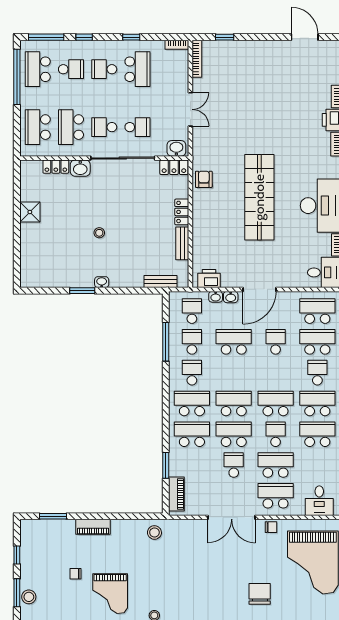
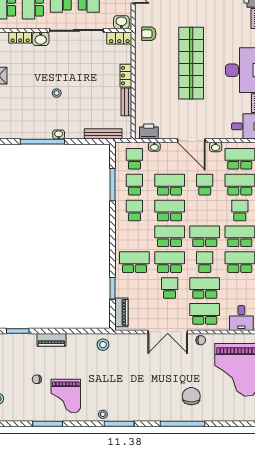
armchair: (204, 179) -> (149, 34), moved, turned -90
bench: (161, 282) -> (103, 134), width x1.36
door: (260, 289) -> (191, 141), hinge flipped
window: (82, 291) -> (42, 142), width x2.11
washbasin: (231, 297) -> (216, 147), moved
school desk: (192, 403) -> (170, 210), moved

